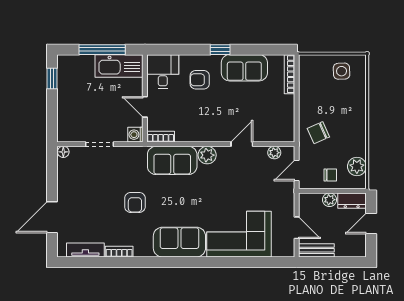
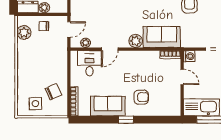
desk: (163, 72) -> (89, 63), moved, turned 180
chair: (318, 133) -> (53, 92), moved

